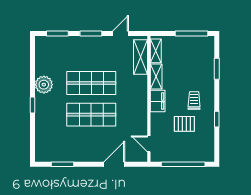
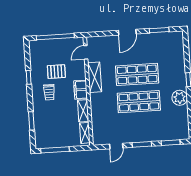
shelving: (141, 57) -> (95, 77), moved
door: (149, 144) -> (86, 52), swing flipped
door: (114, 164) -> (127, 32), moved

